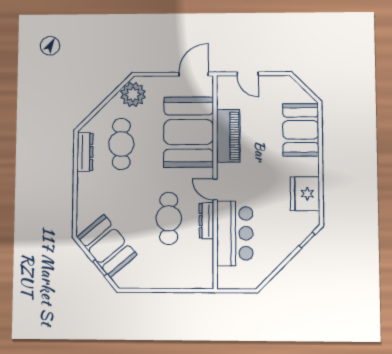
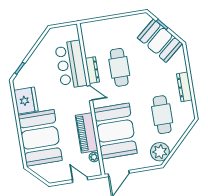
plant: (223, 101) -> (94, 157), added
booth: (301, 130) -> (40, 138), width x1.36, depth x1.42
dresser: (85, 152) -> (184, 87), moved

